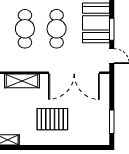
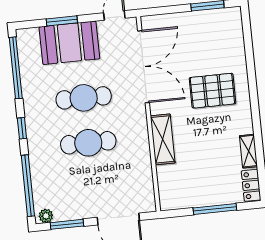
window: (112, 29) -> (62, 21), moved
pallet: (52, 119) -> (212, 91), turned 90

